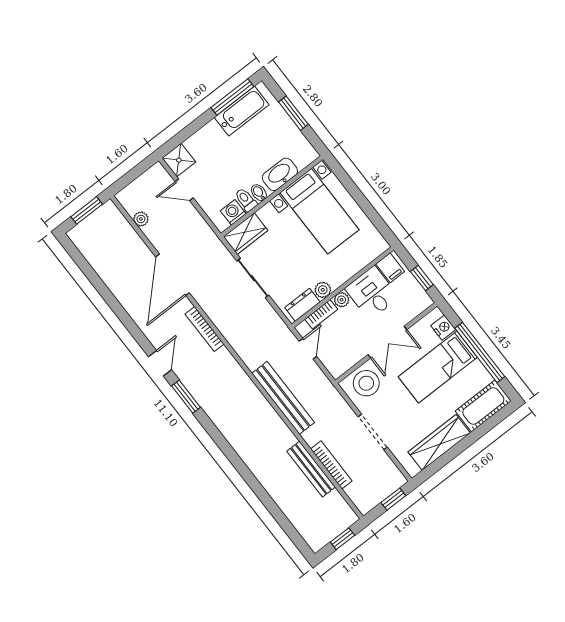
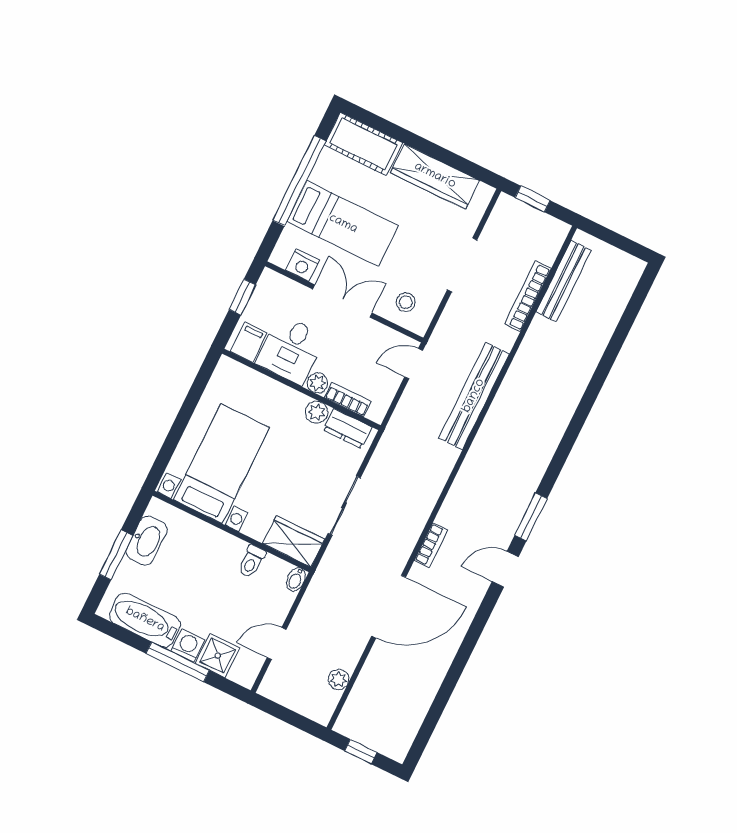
window: (232, 97) -> (178, 662), moved
shower: (179, 160) -> (218, 656), moved
washbasin: (280, 174) -> (147, 540), moved, turned -90
door: (184, 190) -> (277, 644), swing flipped
bidet: (259, 193) -> (296, 579), moved
window: (87, 210) -> (361, 752), width x0.67
washing machine: (233, 212) -> (188, 645), moved, turned 180
nightstand: (443, 328) -> (303, 265), moved, turned -90
bookcase: (205, 329) -> (431, 545), width x0.64
door: (308, 349) -> (414, 364), moved
stool: (366, 383) -> (406, 302), width x0.53, depth x0.53
bench: (311, 469) -> (564, 281), moved
window: (343, 539) -> (612, 238), removed

